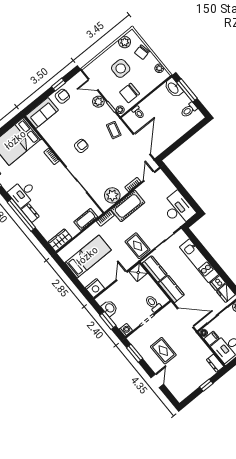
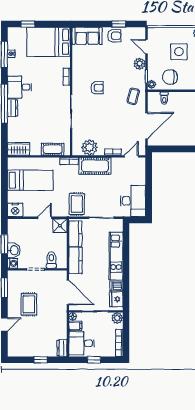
washbasin: (110, 308) -> (14, 250), moved

